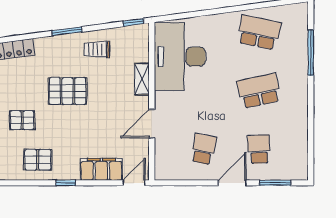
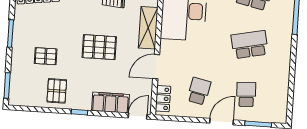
shelving: (142, 79) -> (148, 28), width x1.50, depth x1.33
pallet: (68, 91) -> (99, 47), moved
pallet: (38, 160) -> (57, 91), turned 90
locker: (162, 161) -> (163, 99), added

